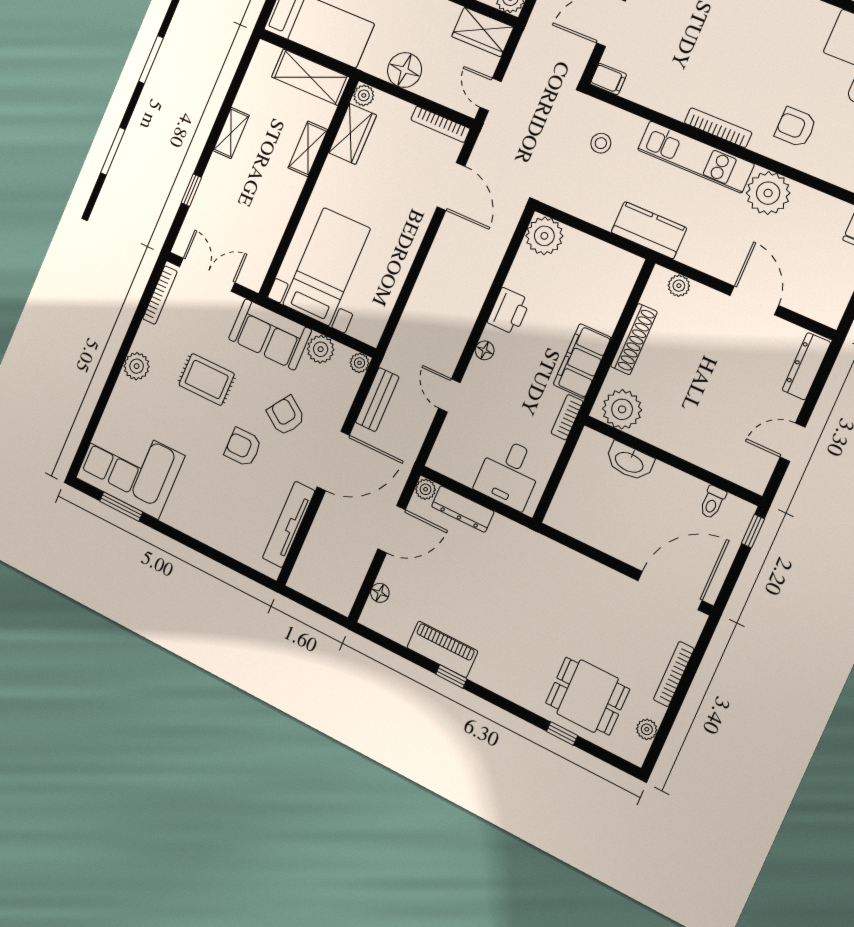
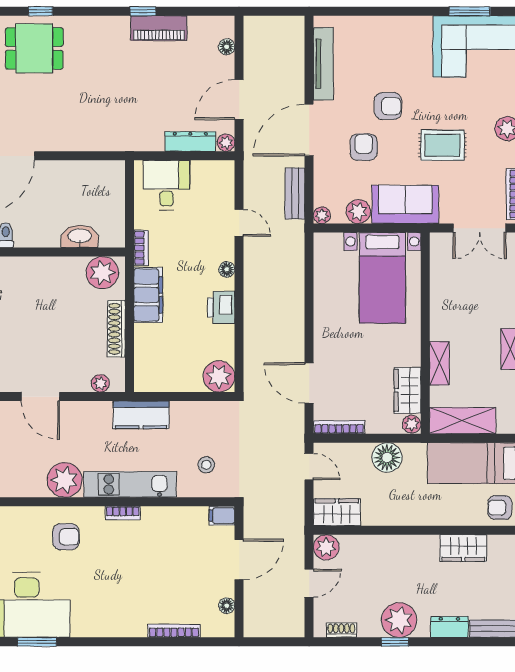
bookcase: (718, 128) -> (123, 513), width x0.64
armchair: (286, 416) -> (364, 147), turned -125

